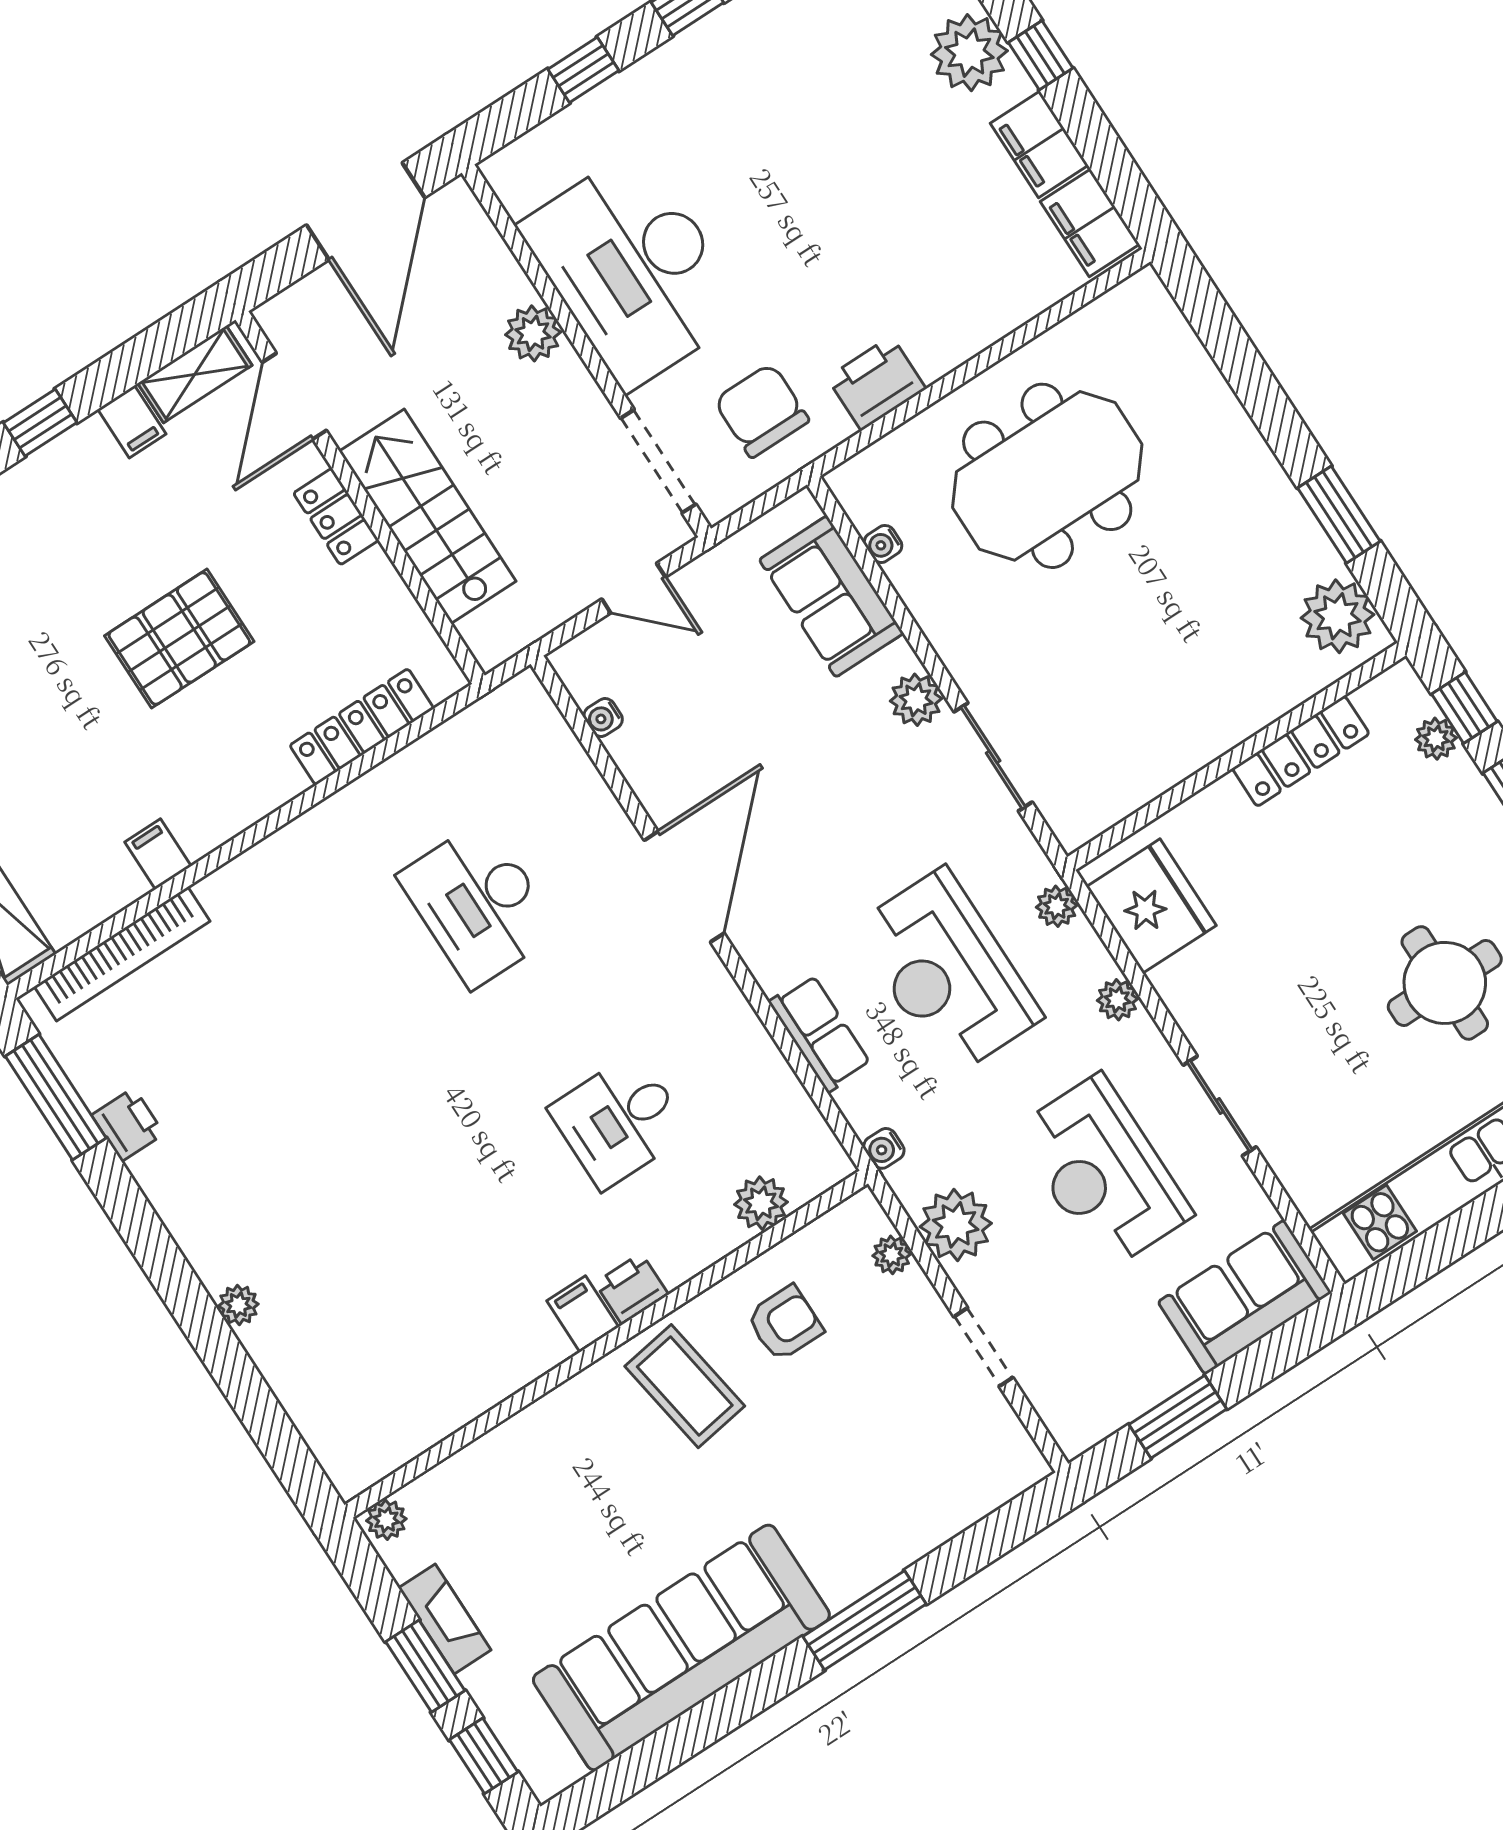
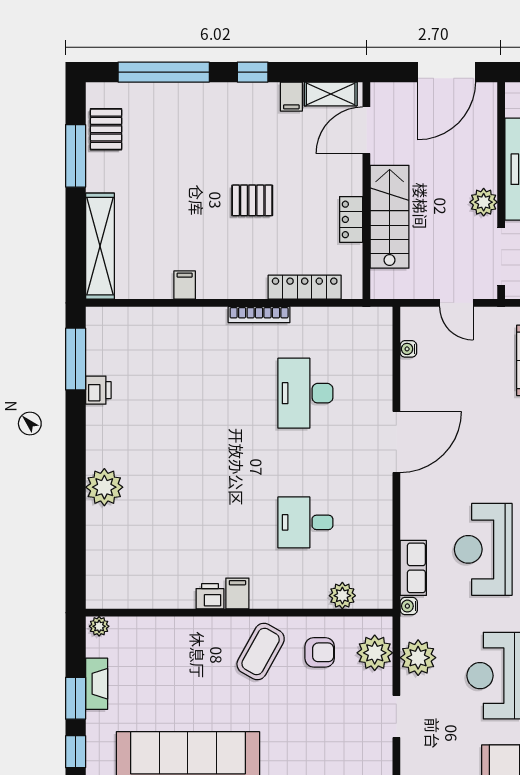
plant: (533, 333) -> (484, 202), moved
locker: (336, 517) -> (351, 219), moved
pallet: (179, 639) -> (252, 200), width x0.67, depth x0.71
bookcase: (122, 954) -> (259, 315), moved, width x0.68, depth x0.76
row of seats: (820, 1033) -> (413, 568), moved
plant: (892, 1255) -> (375, 653), width x1.87, depth x1.87
printer: (632, 1289) -> (210, 596), moved
plant: (238, 1305) -> (104, 487), width x1.87, depth x1.87
coffee table: (685, 1386) -> (261, 651), turned 38

